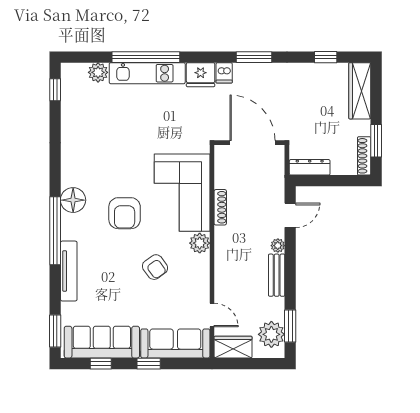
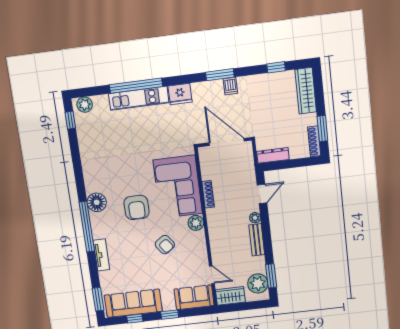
plant: (98, 72) -> (85, 105), moved
dishwasher: (224, 73) -> (230, 86), moved
tv unit: (69, 271) -> (101, 255), width x0.71
sofa: (175, 343) -> (194, 297), width x0.73

